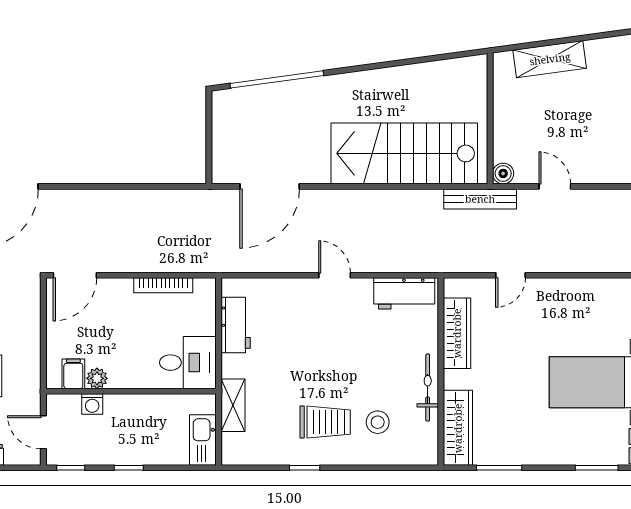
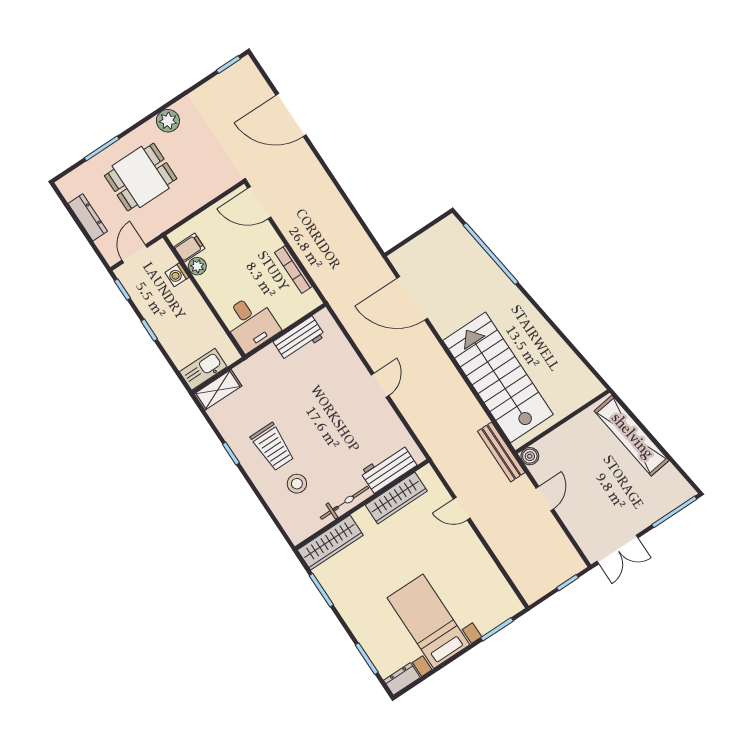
shelving: (550, 59) -> (632, 436), width x1.47
workbench: (404, 293) -> (388, 469), moved, turned 90
shelving: (233, 405) -> (218, 390), moved

